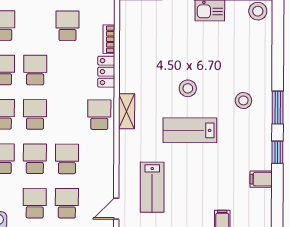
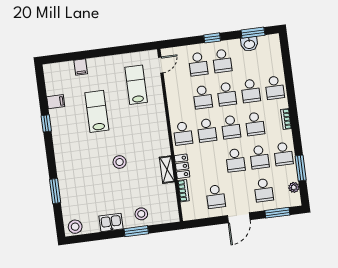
stool: (243, 100) -> (141, 214), moved
window: (278, 108) -> (55, 191), moved
shelving: (127, 111) -> (167, 170), moved
school desk: (67, 115) -> (207, 130), added
lab bench: (190, 130) -> (97, 111), moved, turned -90

